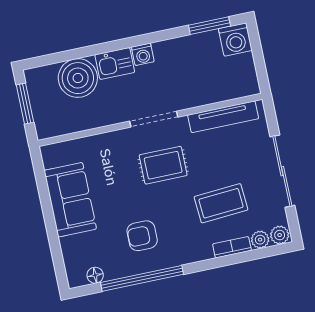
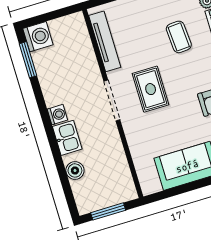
boiler: (78, 78) -> (75, 170), width x0.54, depth x0.54
coffee table: (221, 203) -> (179, 37), width x0.73, depth x0.77

